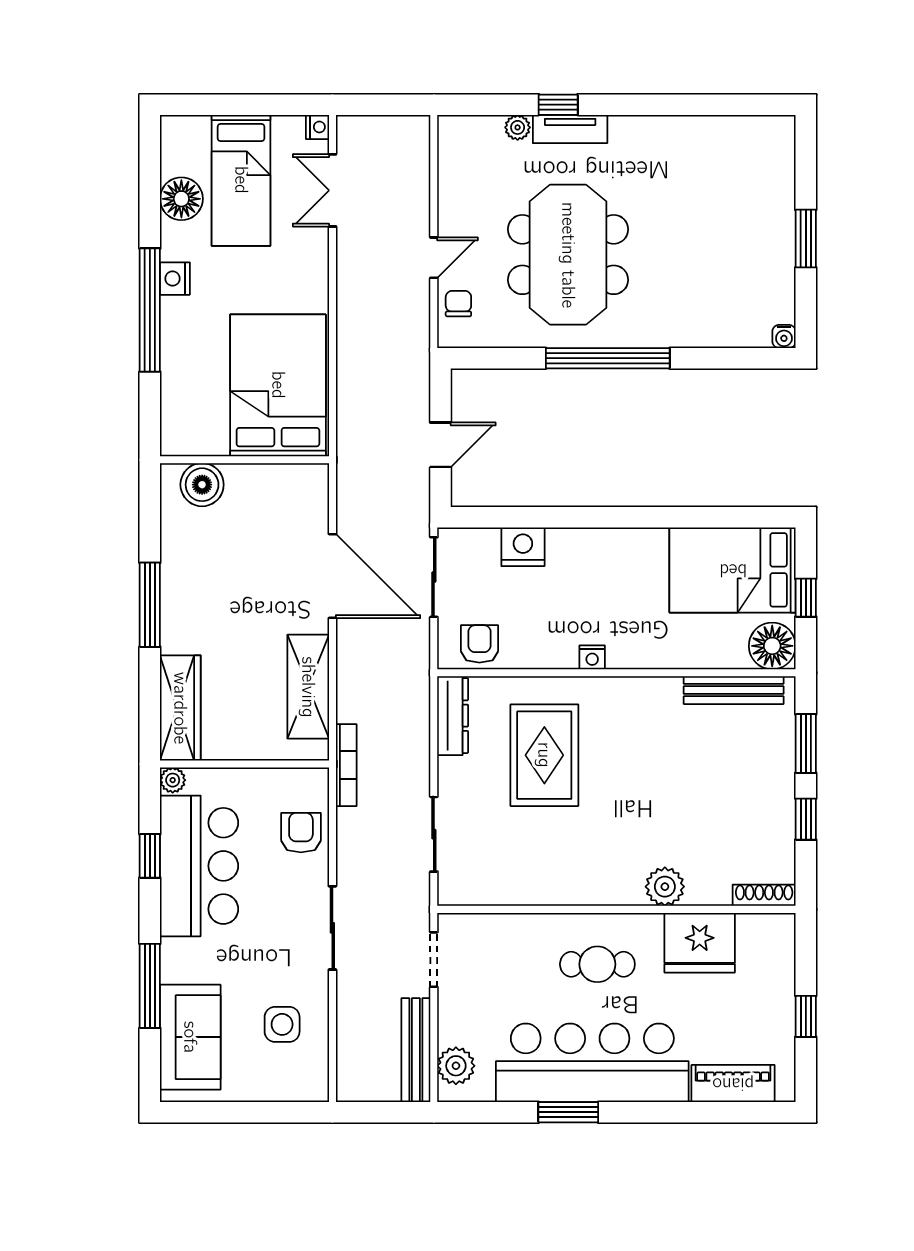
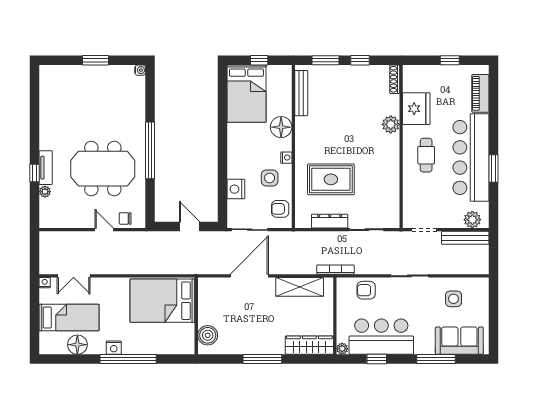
side table: (547, 621) -> (270, 178), added
floor lamp: (772, 646) -> (281, 127), moved
dresser: (453, 716) -> (330, 221), moved

